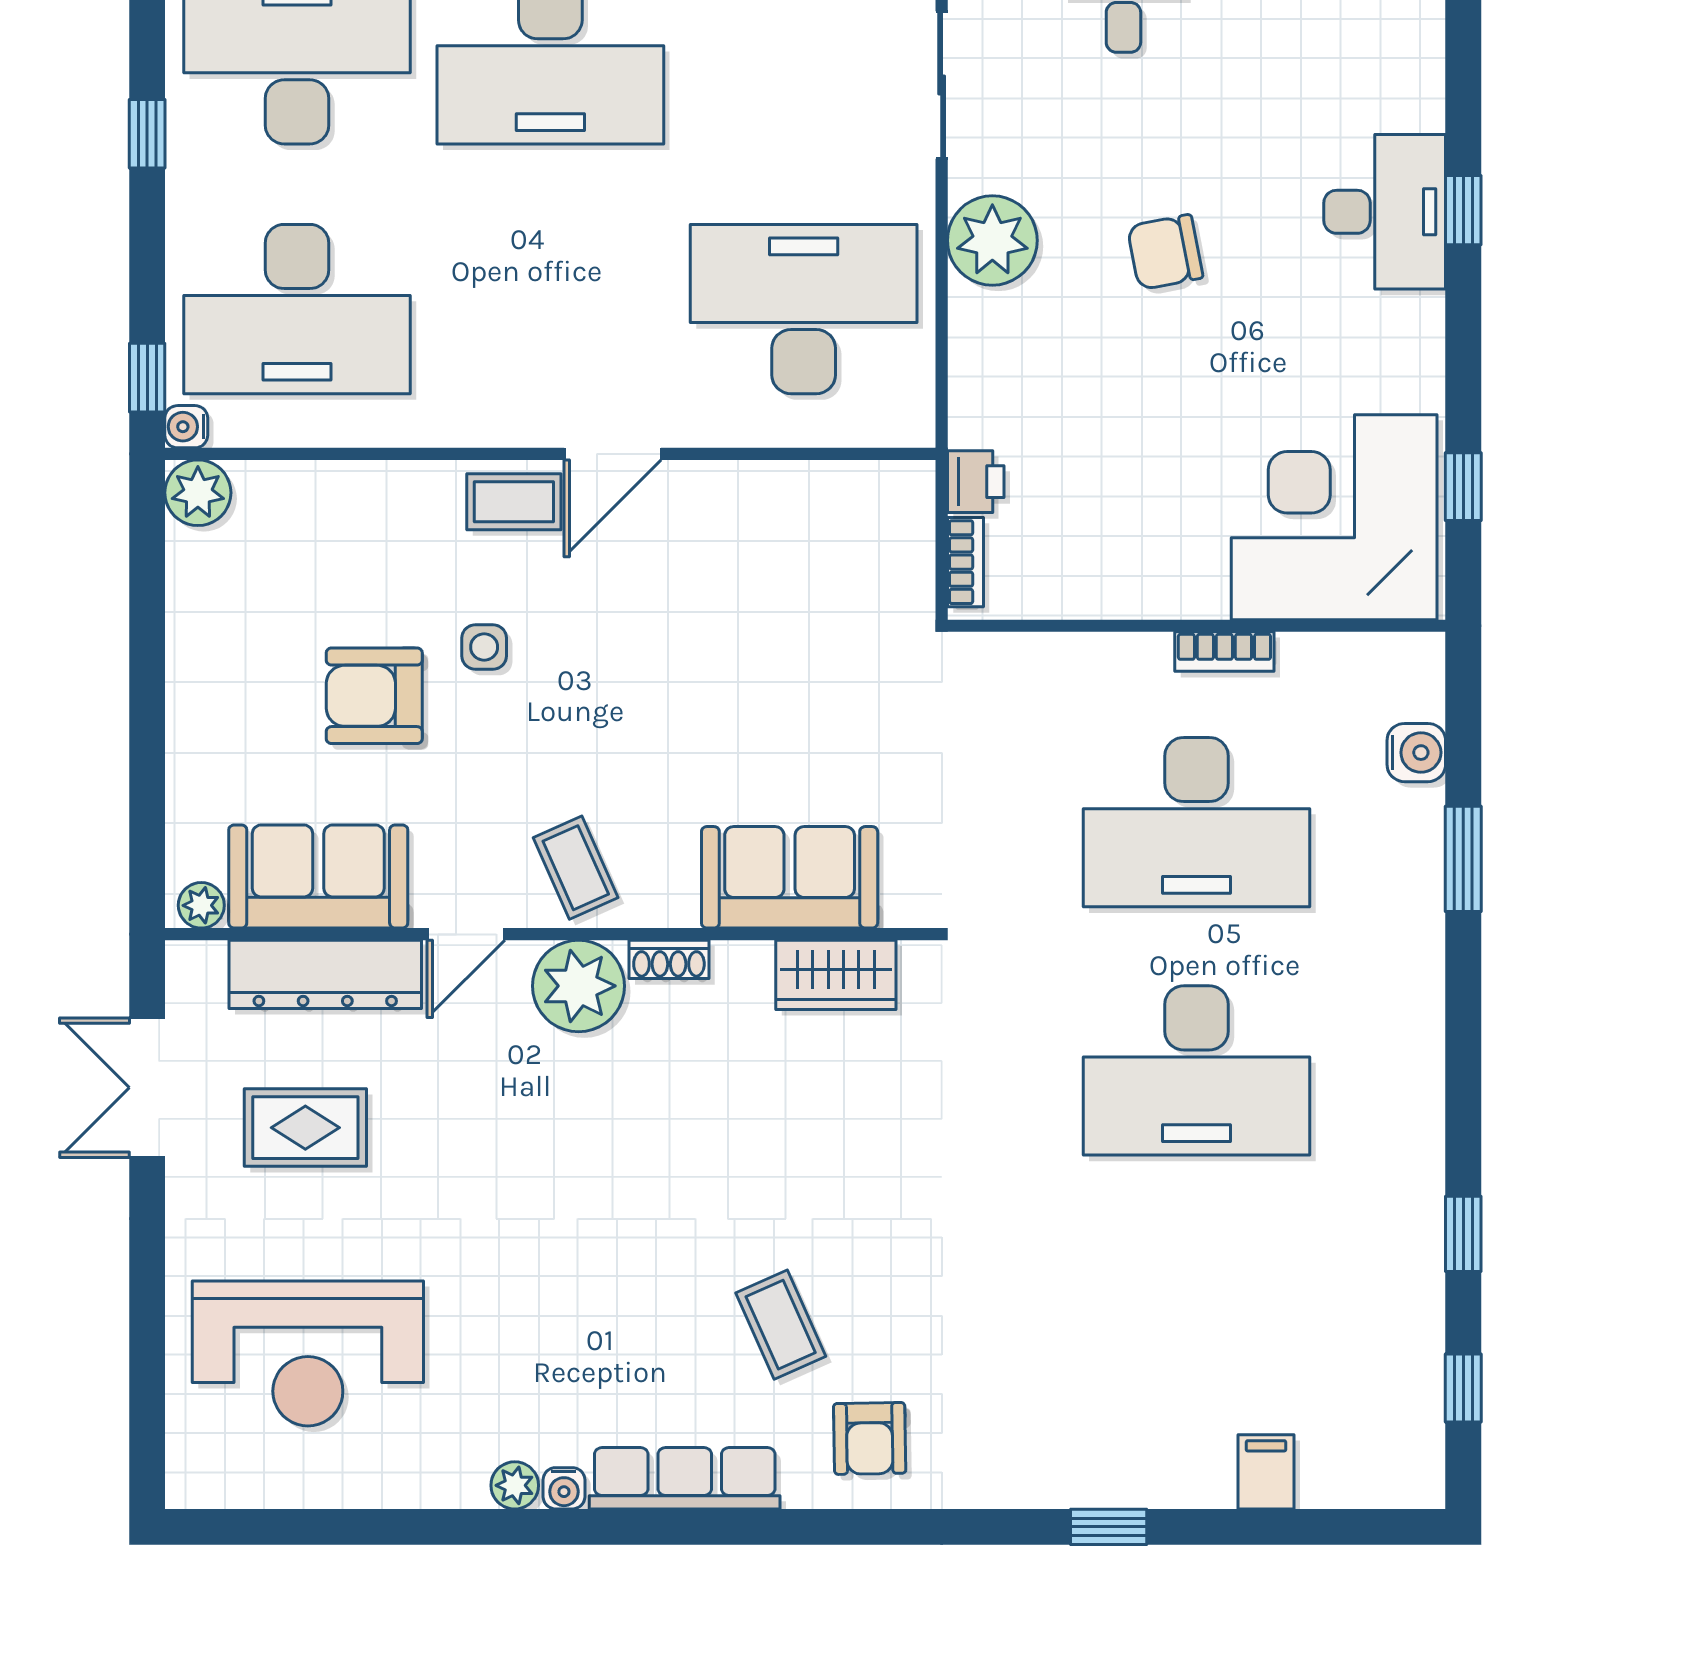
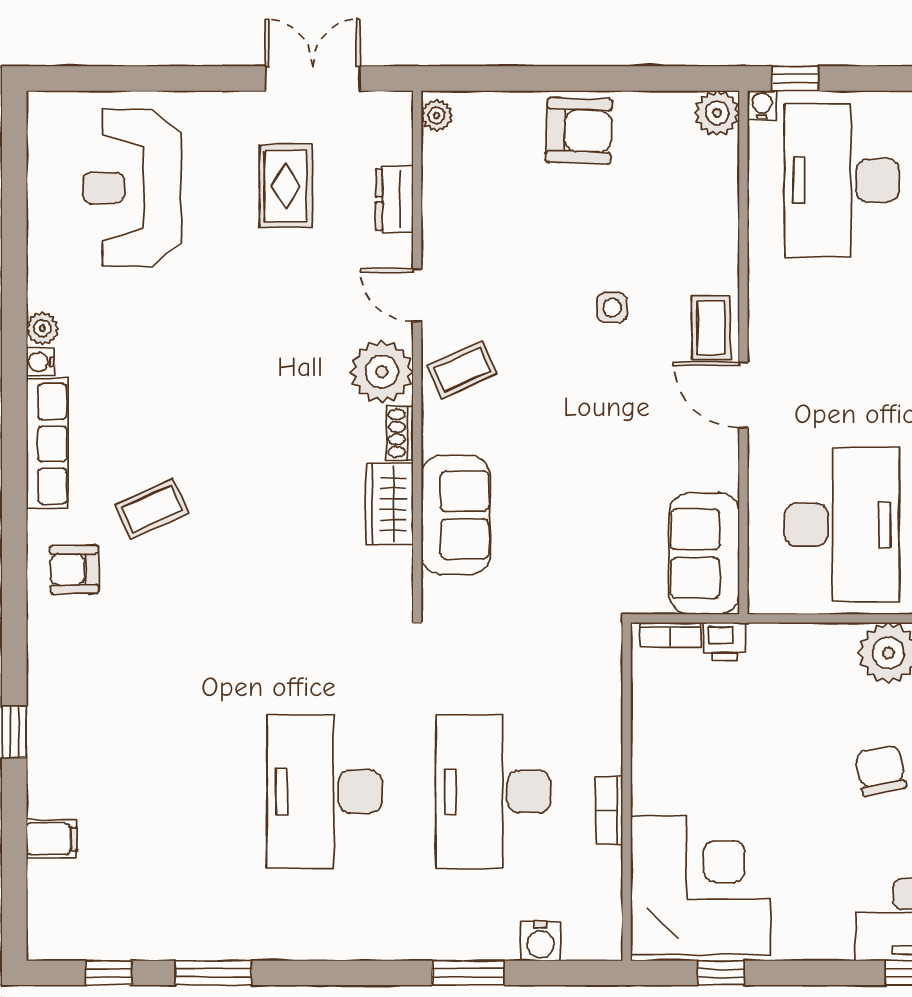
armchair: (374, 696) -> (579, 131), moved, turned 92
sofa: (318, 876) -> (704, 554), moved, turned 180
dresser: (325, 974) -> (394, 199), width x0.51, depth x0.80
wardrobe: (836, 975) -> (389, 504), moved
window: (1463, 1234) -> (213, 973), width x1.50

